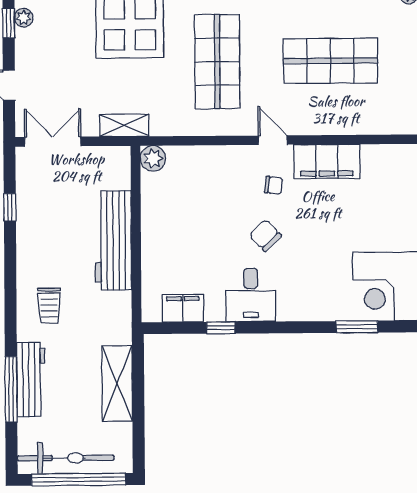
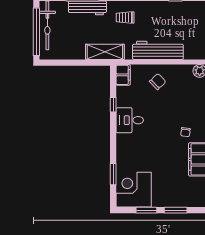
chair: (265, 235) -> (158, 82), moved
filing cabinet: (183, 308) -> (123, 75), moved
shelving: (117, 384) -> (105, 52), moved

